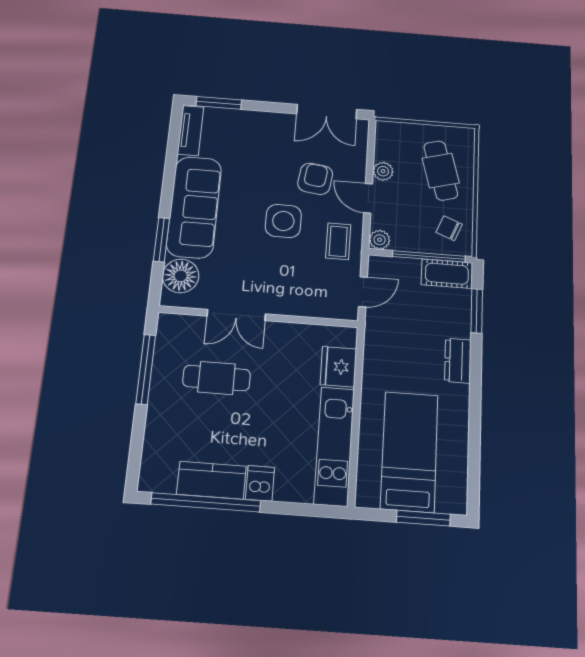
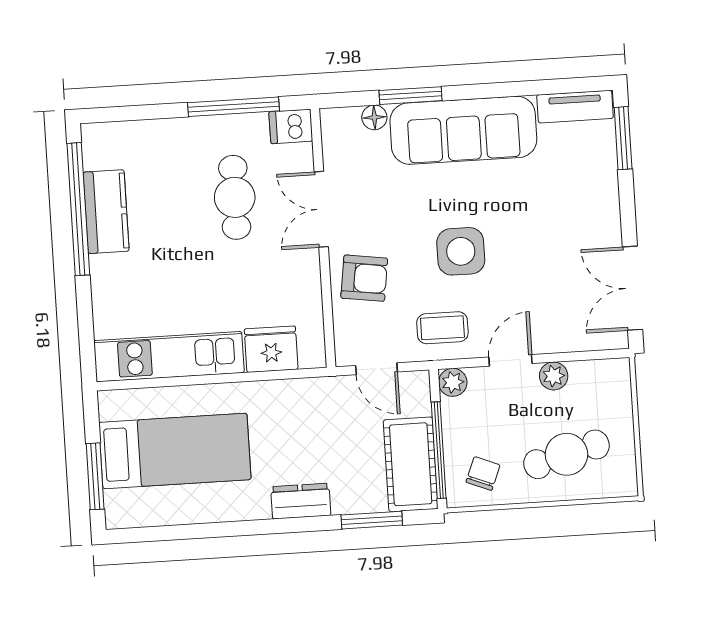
armchair: (315, 179) -> (364, 278), moved
cot: (447, 274) -> (411, 464), width x1.37, depth x1.34
floor lamp: (181, 276) -> (374, 117), width x0.53, depth x0.53
dishwasher: (260, 483) -> (291, 126), moved, turned 180

